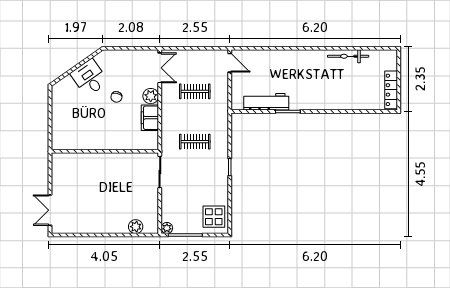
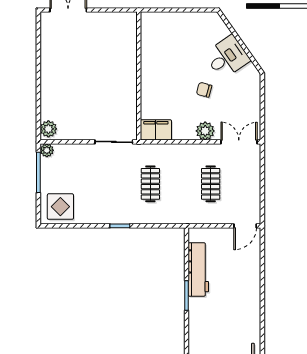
double door: (160, 68) -> (239, 142), swing flipped
filing cabinet: (150, 118) -> (156, 130), moved
plant: (136, 227) -> (48, 129), moved

